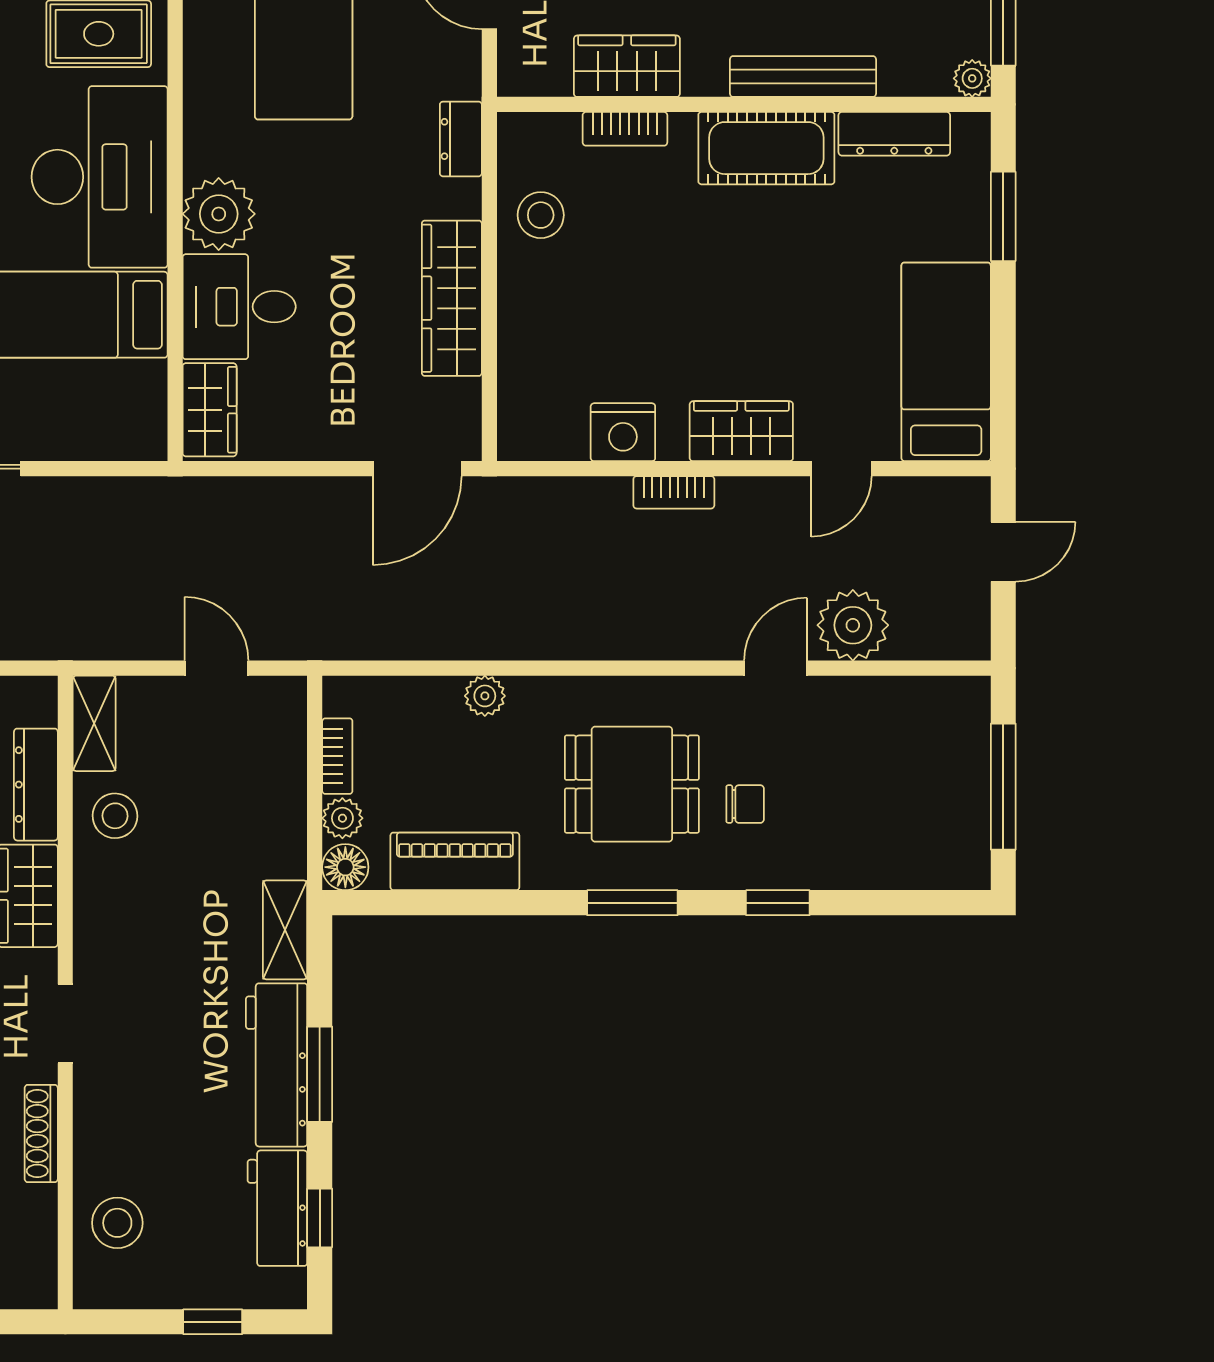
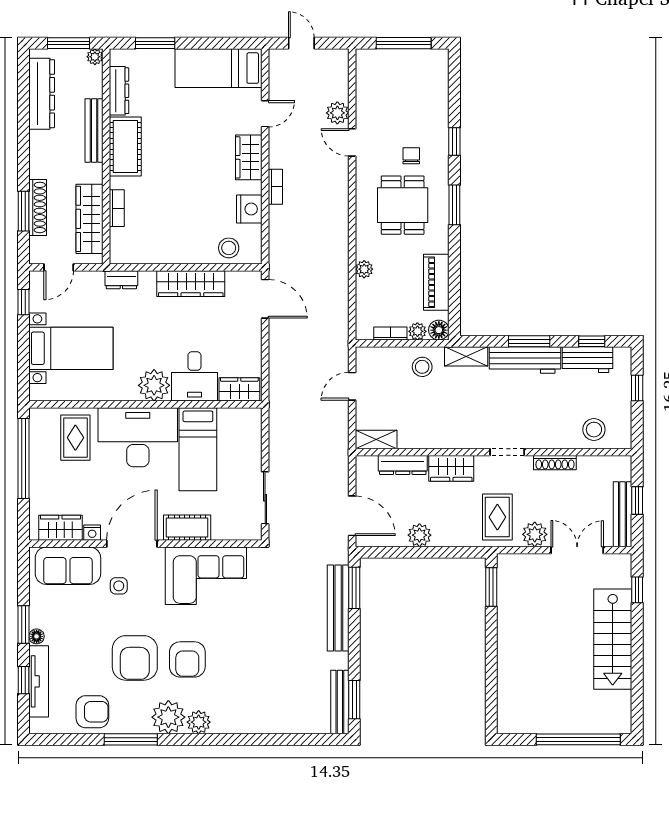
wardrobe: (627, 66) -> (90, 219), width x1.50
stool: (541, 215) -> (229, 248), moved
door: (841, 469) -> (265, 114), hinge flipped
plant: (853, 625) -> (337, 113), width x0.73, depth x0.73
stool: (115, 816) -> (422, 367), moved

